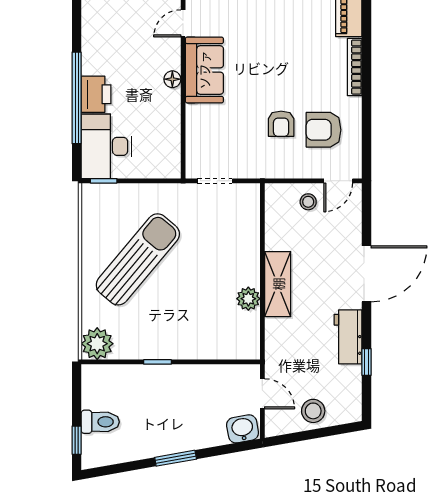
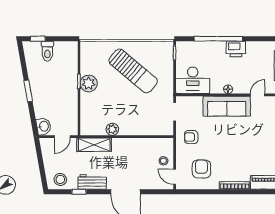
door: (183, 23) -> (258, 95), hinge flipped
sofa: (204, 70) -> (227, 106), width x1.36
printer: (96, 94) -> (236, 49), moved
armchair: (281, 124) -> (191, 137), moved
desk: (106, 146) -> (193, 80), moved, turned 180
shelving: (278, 284) -> (94, 145), moved
plant: (97, 344) -> (89, 83), moved
stool: (313, 411) -> (60, 179), moved

